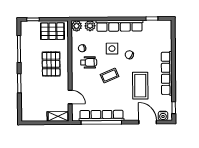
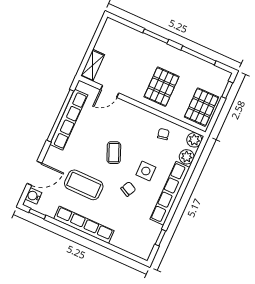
wheelchair: (89, 62) -> (142, 134), removed
pallet: (51, 64) -> (162, 87), turned 90

